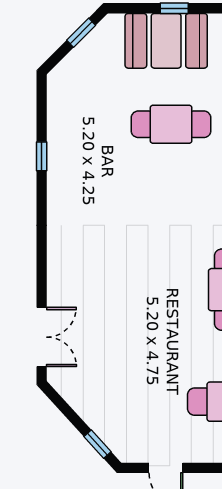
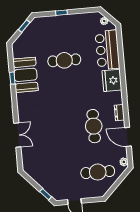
booth: (166, 41) -> (25, 75), moved, turned 90
double door: (42, 337) -> (17, 135), moved

